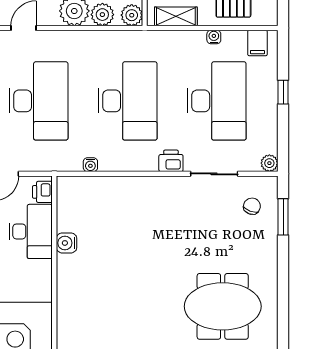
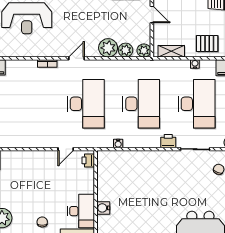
desk: (31, 231) -> (81, 211), moved
water cooler: (66, 243) -> (103, 208), moved

